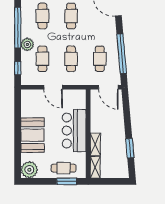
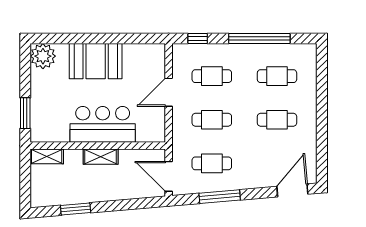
plant: (27, 44) -> (234, 53), removed
window: (122, 54) -> (220, 197), width x0.68
door: (108, 87) -> (169, 176), hinge flipped
shelving: (95, 144) -> (101, 157), moved
cafe table: (64, 168) -> (45, 108), removed

